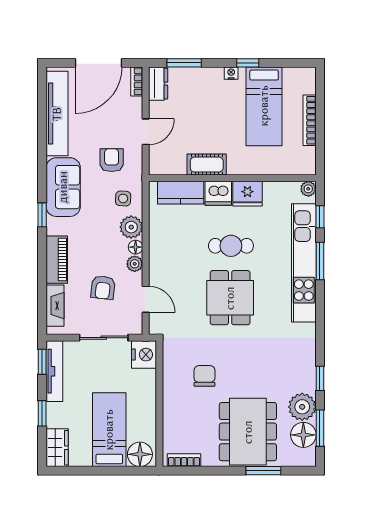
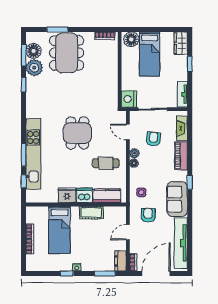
bed: (264, 106) -> (59, 230), moved, turned 180
armchair: (112, 160) -> (148, 215), turned 180
plant: (308, 189) -> (31, 198), removed
plant: (131, 227) -> (136, 175), removed
cafe table: (231, 246) -> (106, 163), moved
window: (42, 362) -> (190, 95), removed
tv unit: (54, 371) -> (182, 94), width x0.71
chair: (204, 376) -> (93, 86), removed

